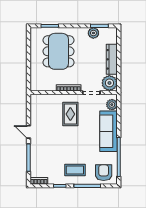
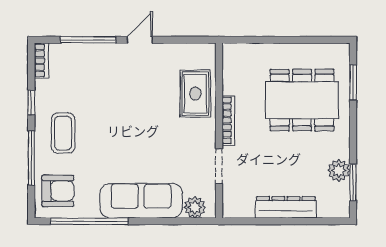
plant: (109, 83) -> (238, 203), removed
rug: (70, 114) -> (195, 94), moved, turned 90

